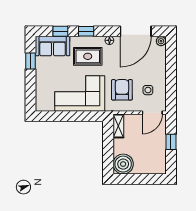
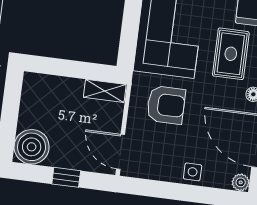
side table: (148, 90) -> (193, 172), moved
boiler: (123, 164) -> (32, 147), moved

